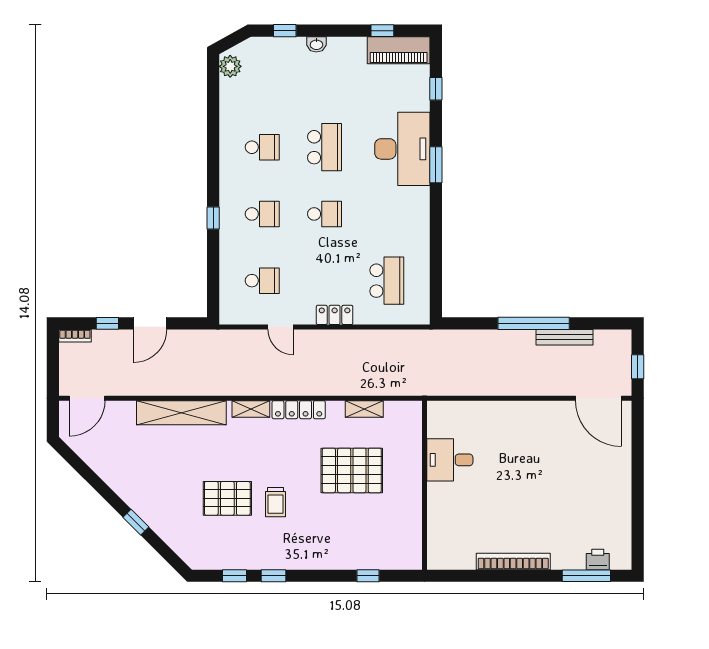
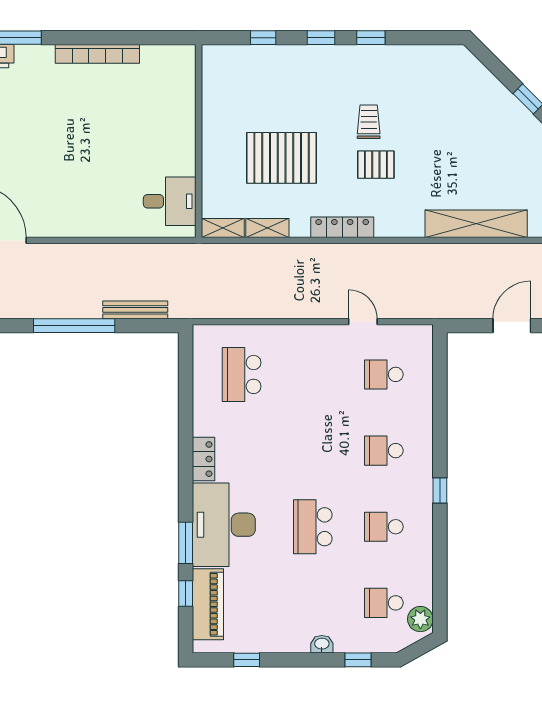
piano: (399, 50) -> (208, 604), moved, turned 90
window: (436, 165) -> (186, 543), moved
school desk: (324, 214) -> (384, 603), moved
window: (213, 218) -> (440, 491), moved
locker: (335, 315) -> (203, 459), moved, turned -90
bench: (564, 337) -> (135, 310), moved
shelving: (251, 409) -> (223, 228), moved
desk: (450, 460) -> (170, 201), moved
pallet: (227, 498) -> (376, 165), moved, width x0.67, depth x0.71
window: (235, 576) -> (321, 38), moved

